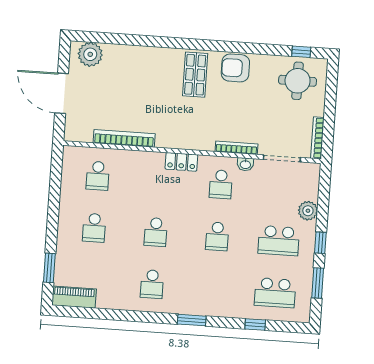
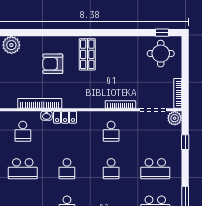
armchair: (235, 68) -> (53, 64), moved
locker: (181, 162) -> (65, 117), moved
washbasin: (245, 164) -> (46, 116), moved
plant: (308, 211) -> (175, 118), moved
school desk: (94, 228) -> (23, 169), width x1.85
window: (320, 243) -> (185, 142), moved

